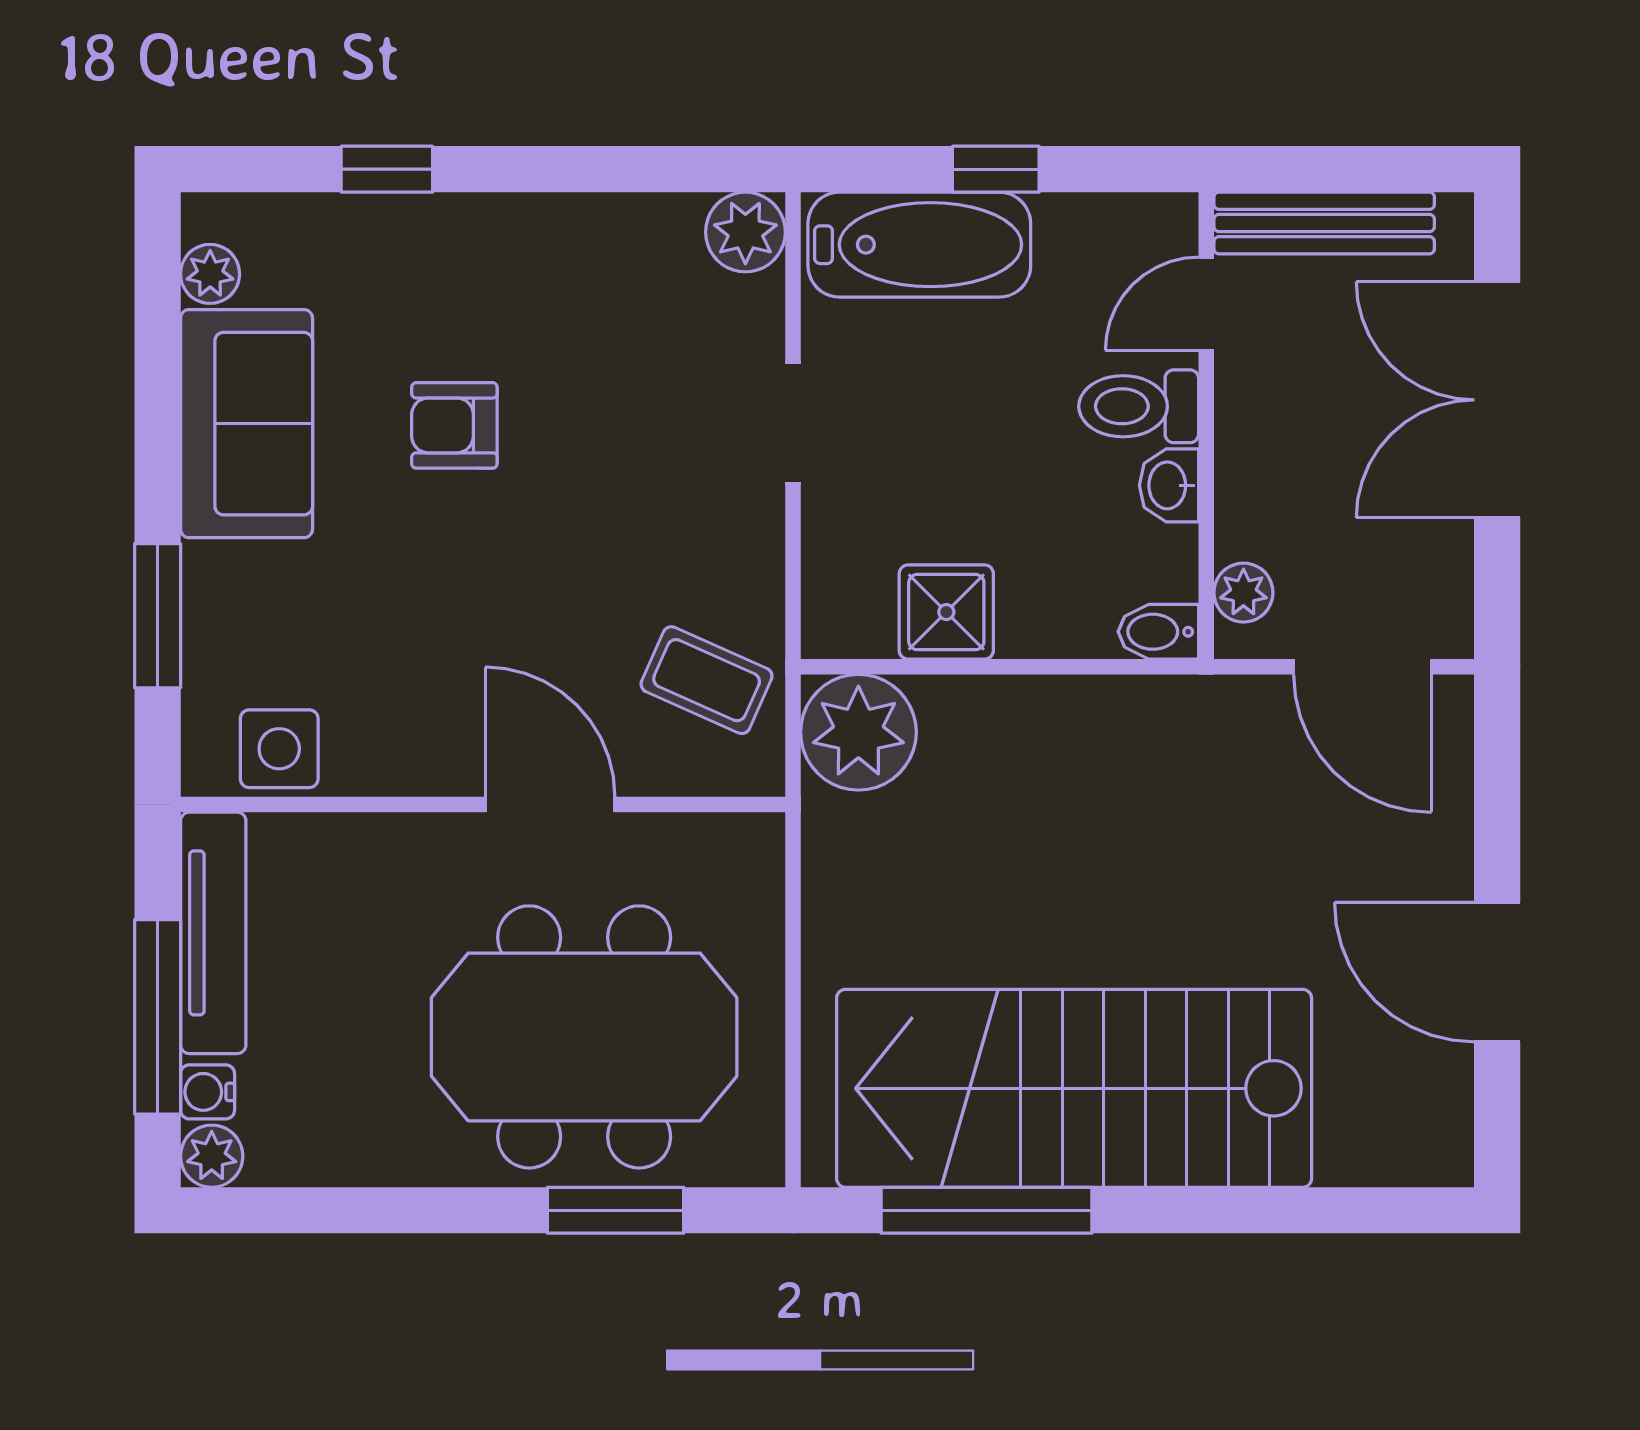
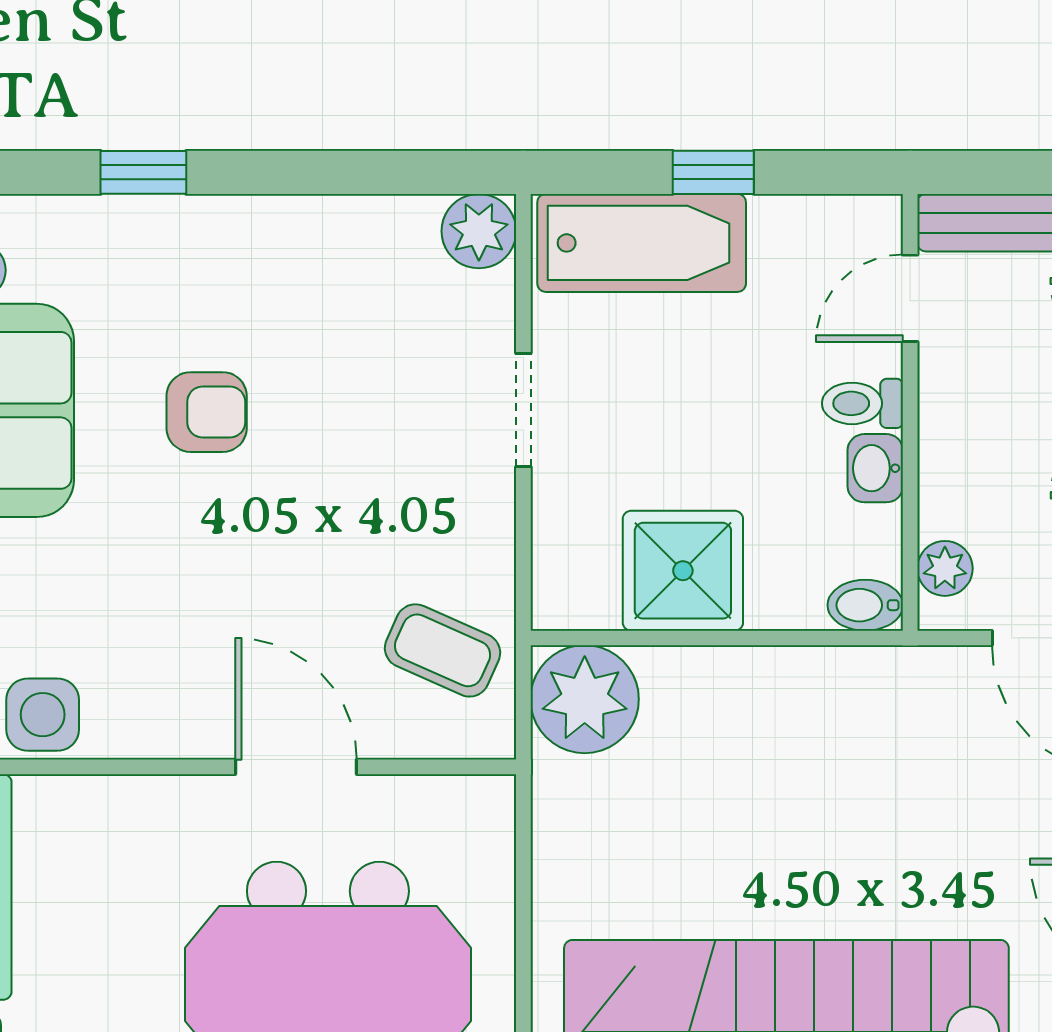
toilet: (1139, 406) -> (863, 403), width x0.73, depth x0.72
armchair: (454, 425) -> (207, 412), turned 180
shower: (946, 612) -> (683, 571), width x1.36, depth x1.36

